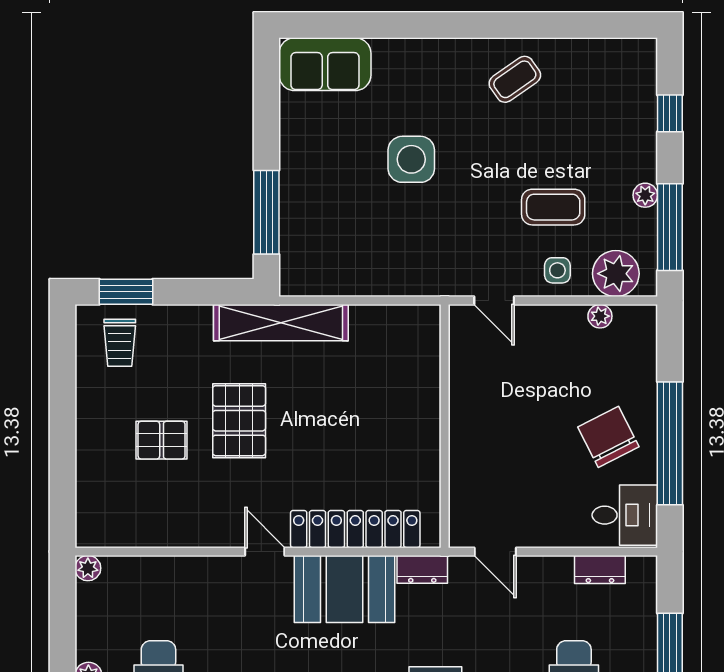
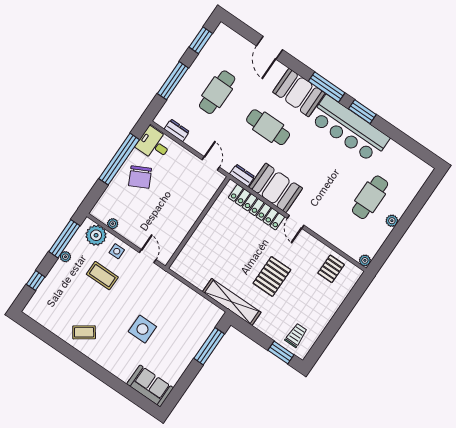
pallet: (162, 440) -> (331, 269), moved, turned 90

